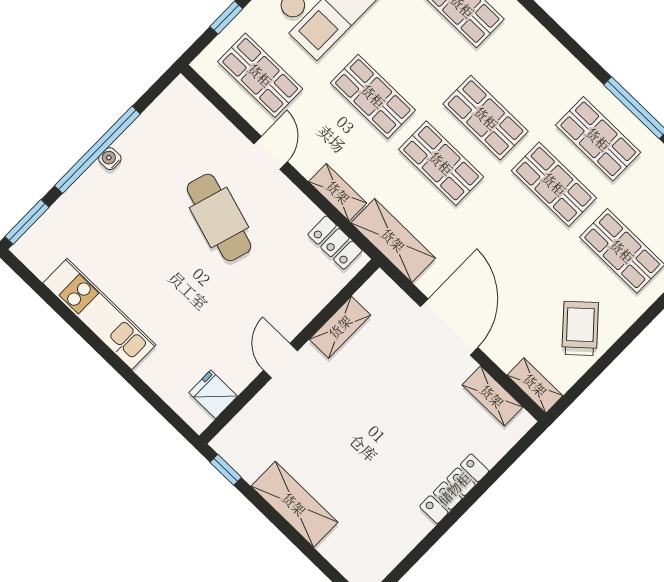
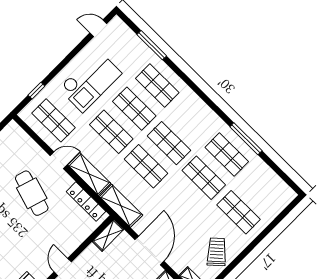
shop shelf: (417, 51) -> (134, 109), added
door: (271, 153) -> (59, 160), hinge flipped
shelving: (338, 192) -> (89, 174), width x1.50, depth x1.33
locker: (335, 243) -> (86, 201), width x1.53
shelving: (340, 327) -> (108, 235), moved

